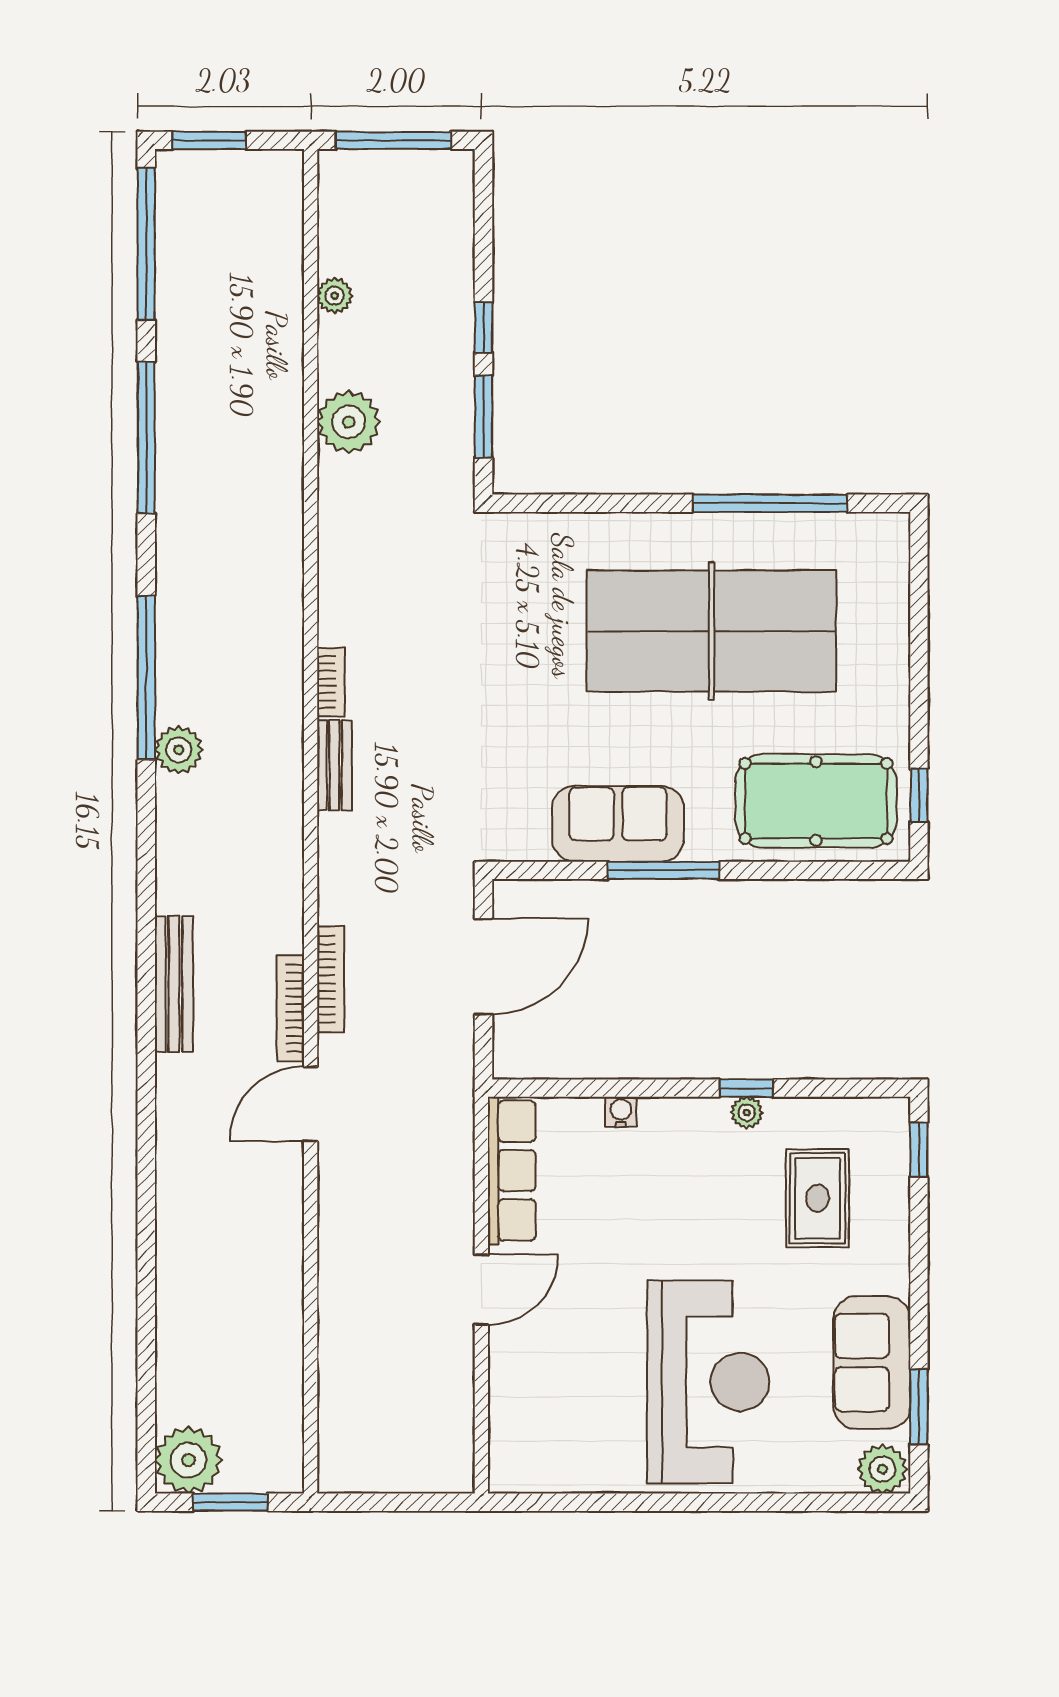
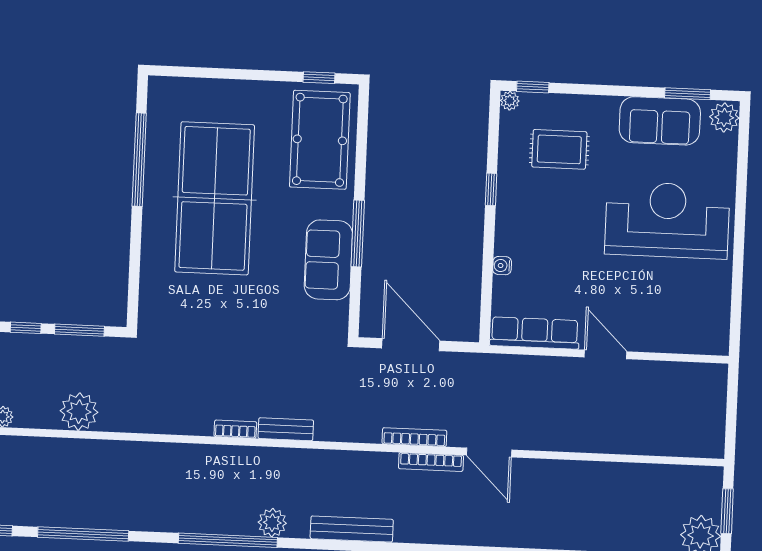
bench: (174, 984) -> (352, 529), moved
plant: (747, 1113) -> (510, 101), moved

